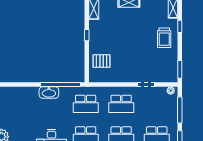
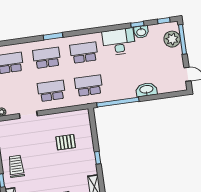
pallet: (101, 61) -> (66, 142), moved
washbasin: (49, 93) -> (146, 90), moved

